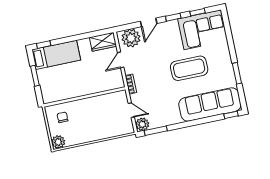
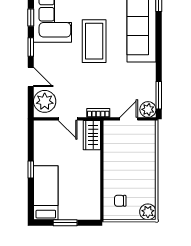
wardrobe: (103, 42) -> (92, 135), moved, turned 180
window: (44, 45) -> (31, 170), moved

